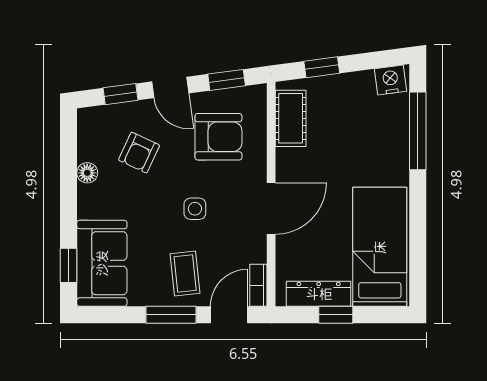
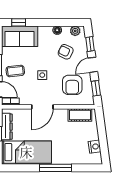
window: (322, 67) -> (101, 128), removed
nightstand: (391, 80) -> (95, 147), moved
plant: (89, 130) -> (75, 31), added
window: (418, 131) -> (55, 168), moved
door: (271, 209) -> (42, 107), hinge flipped

